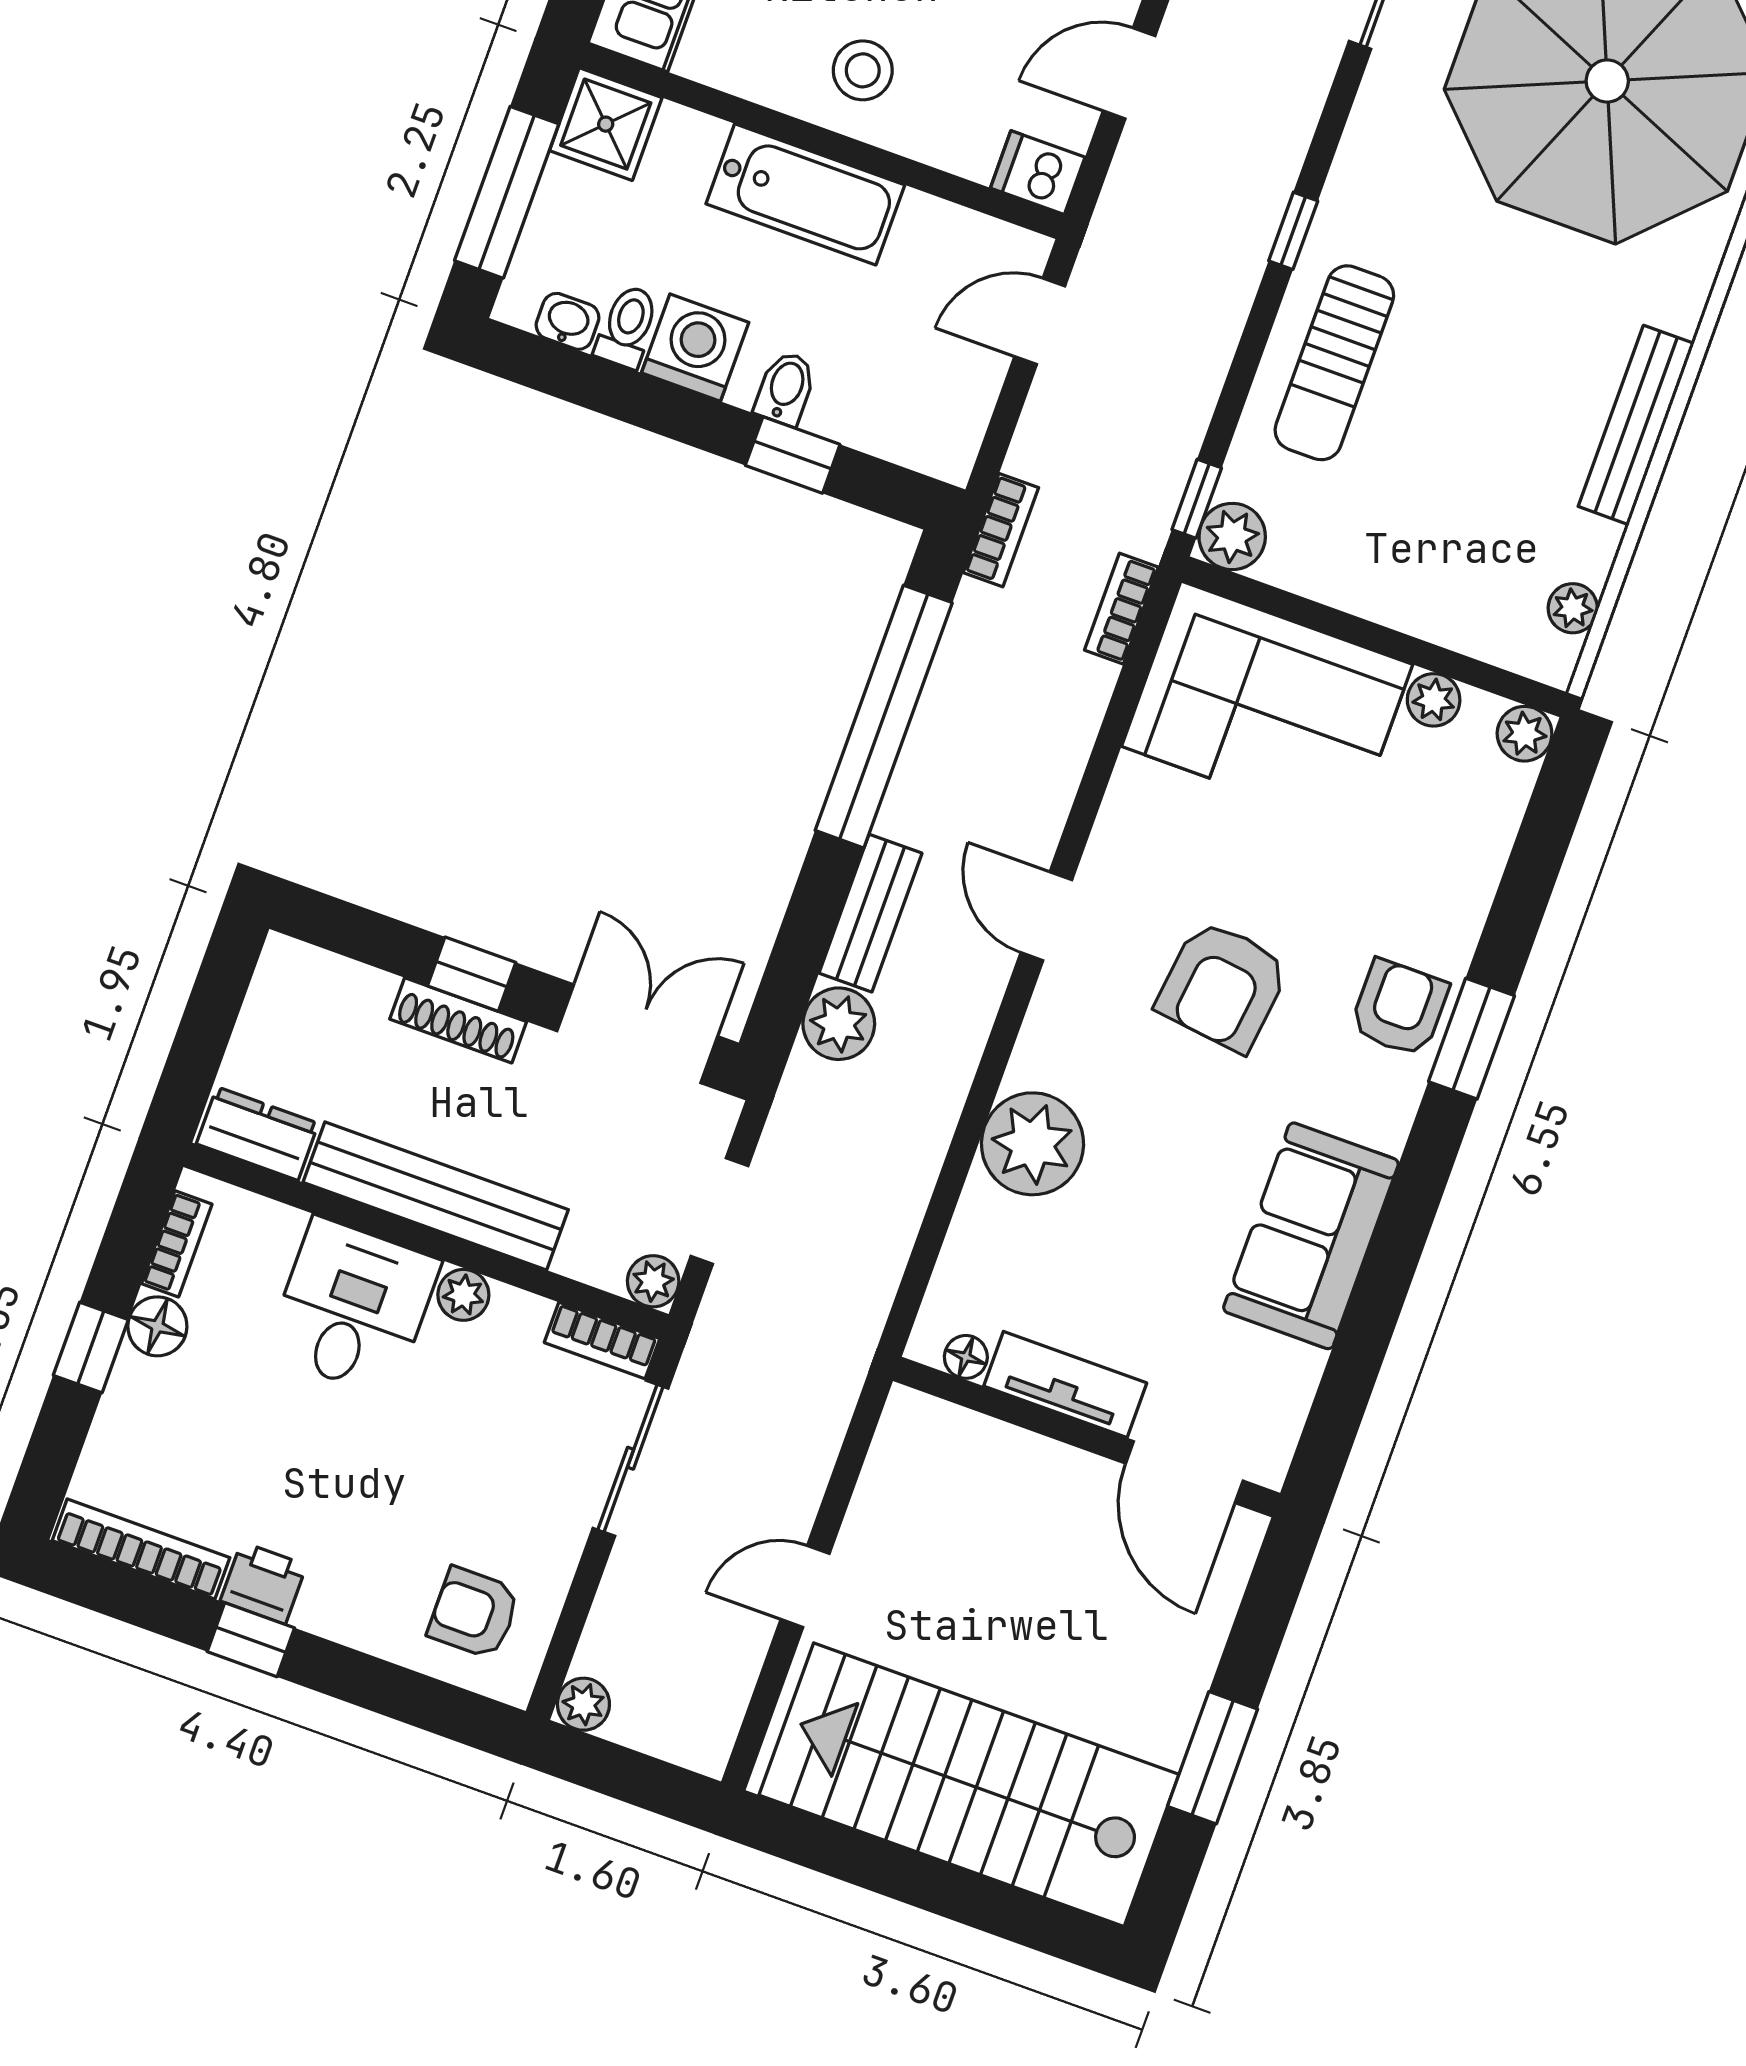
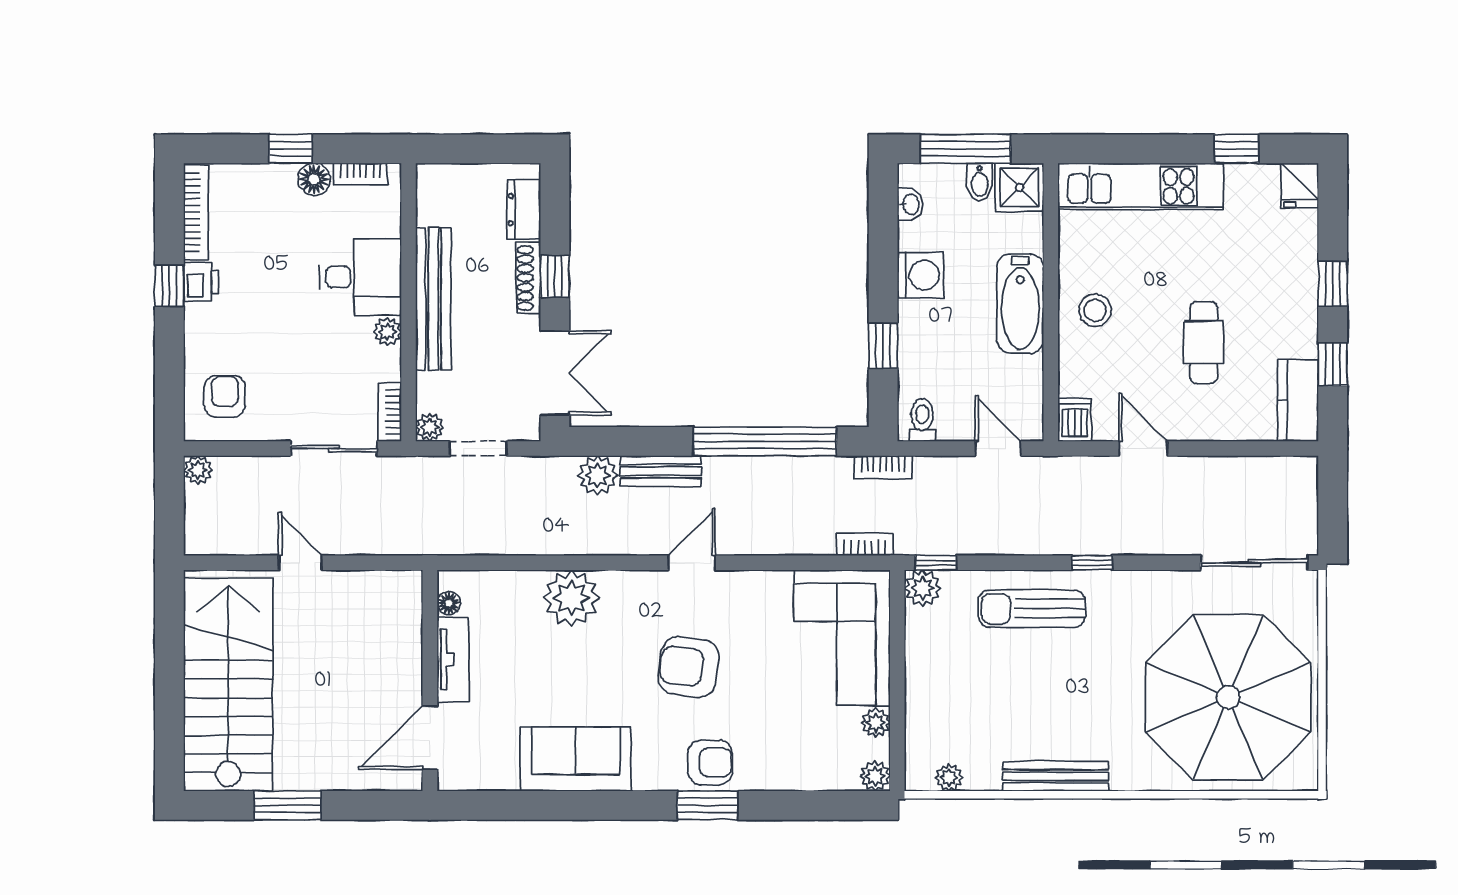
toilet: (627, 327) -> (922, 420), moved, turned -90
bidet: (786, 388) -> (979, 182), moved, turned 90
dresser: (257, 1134) -> (524, 210), moved, turned 180

